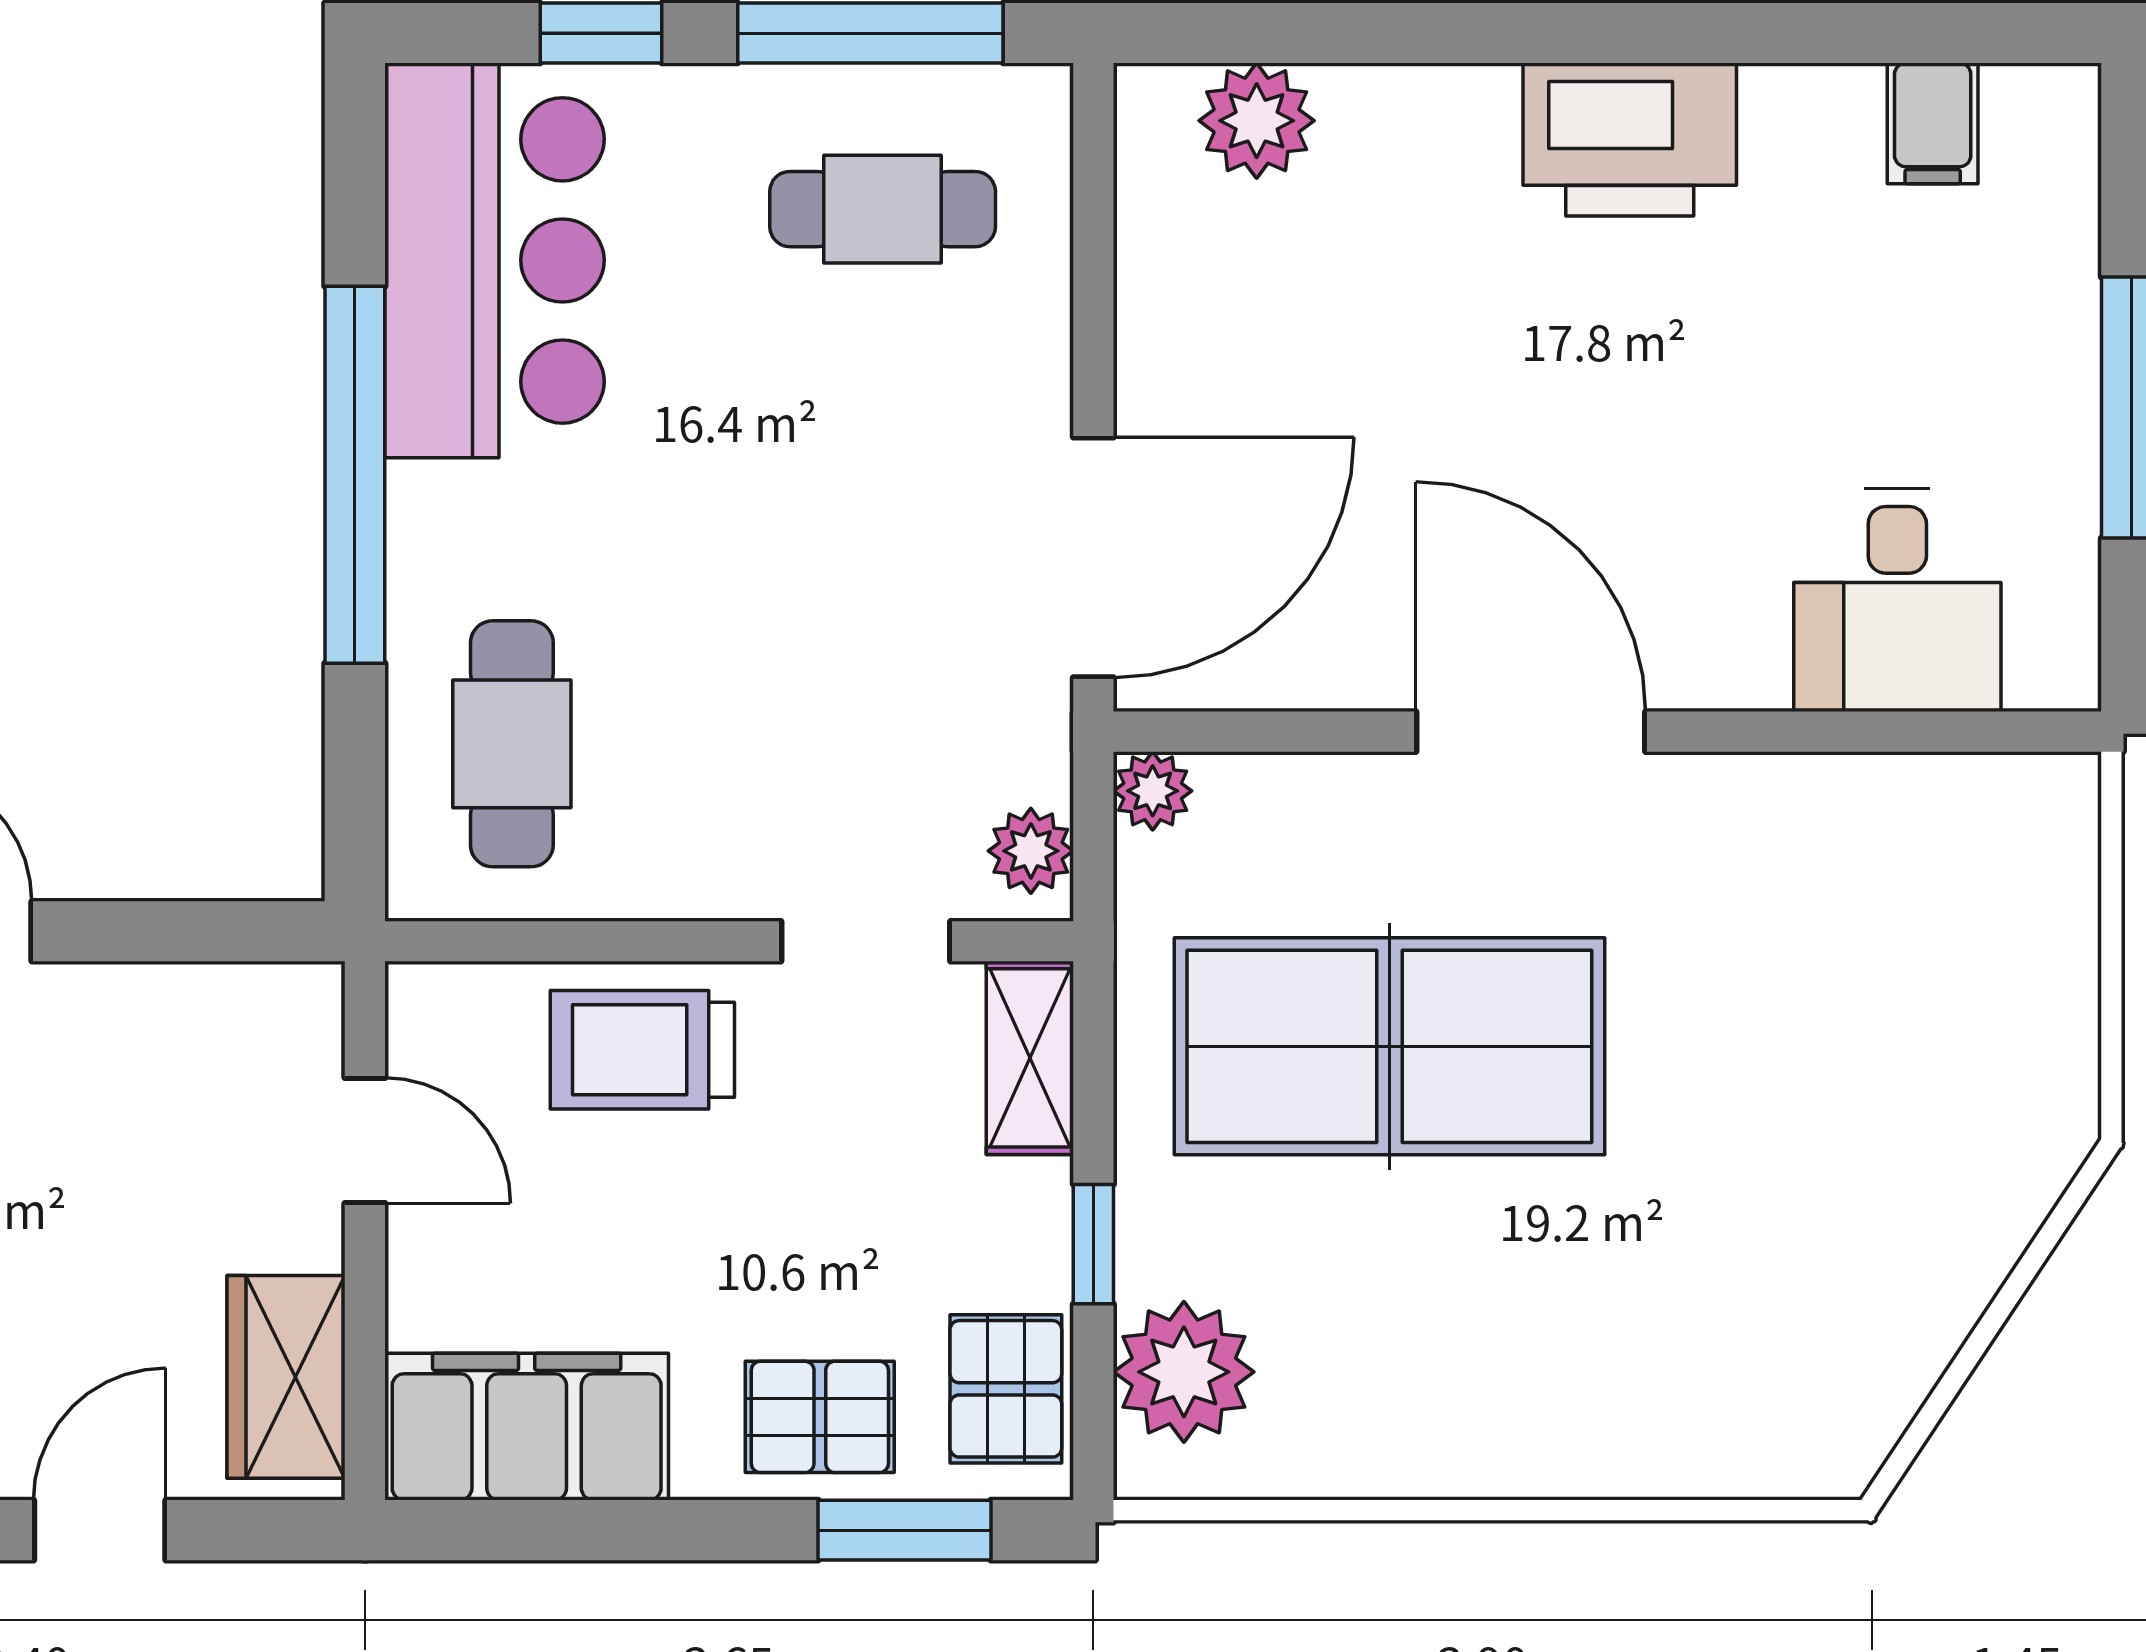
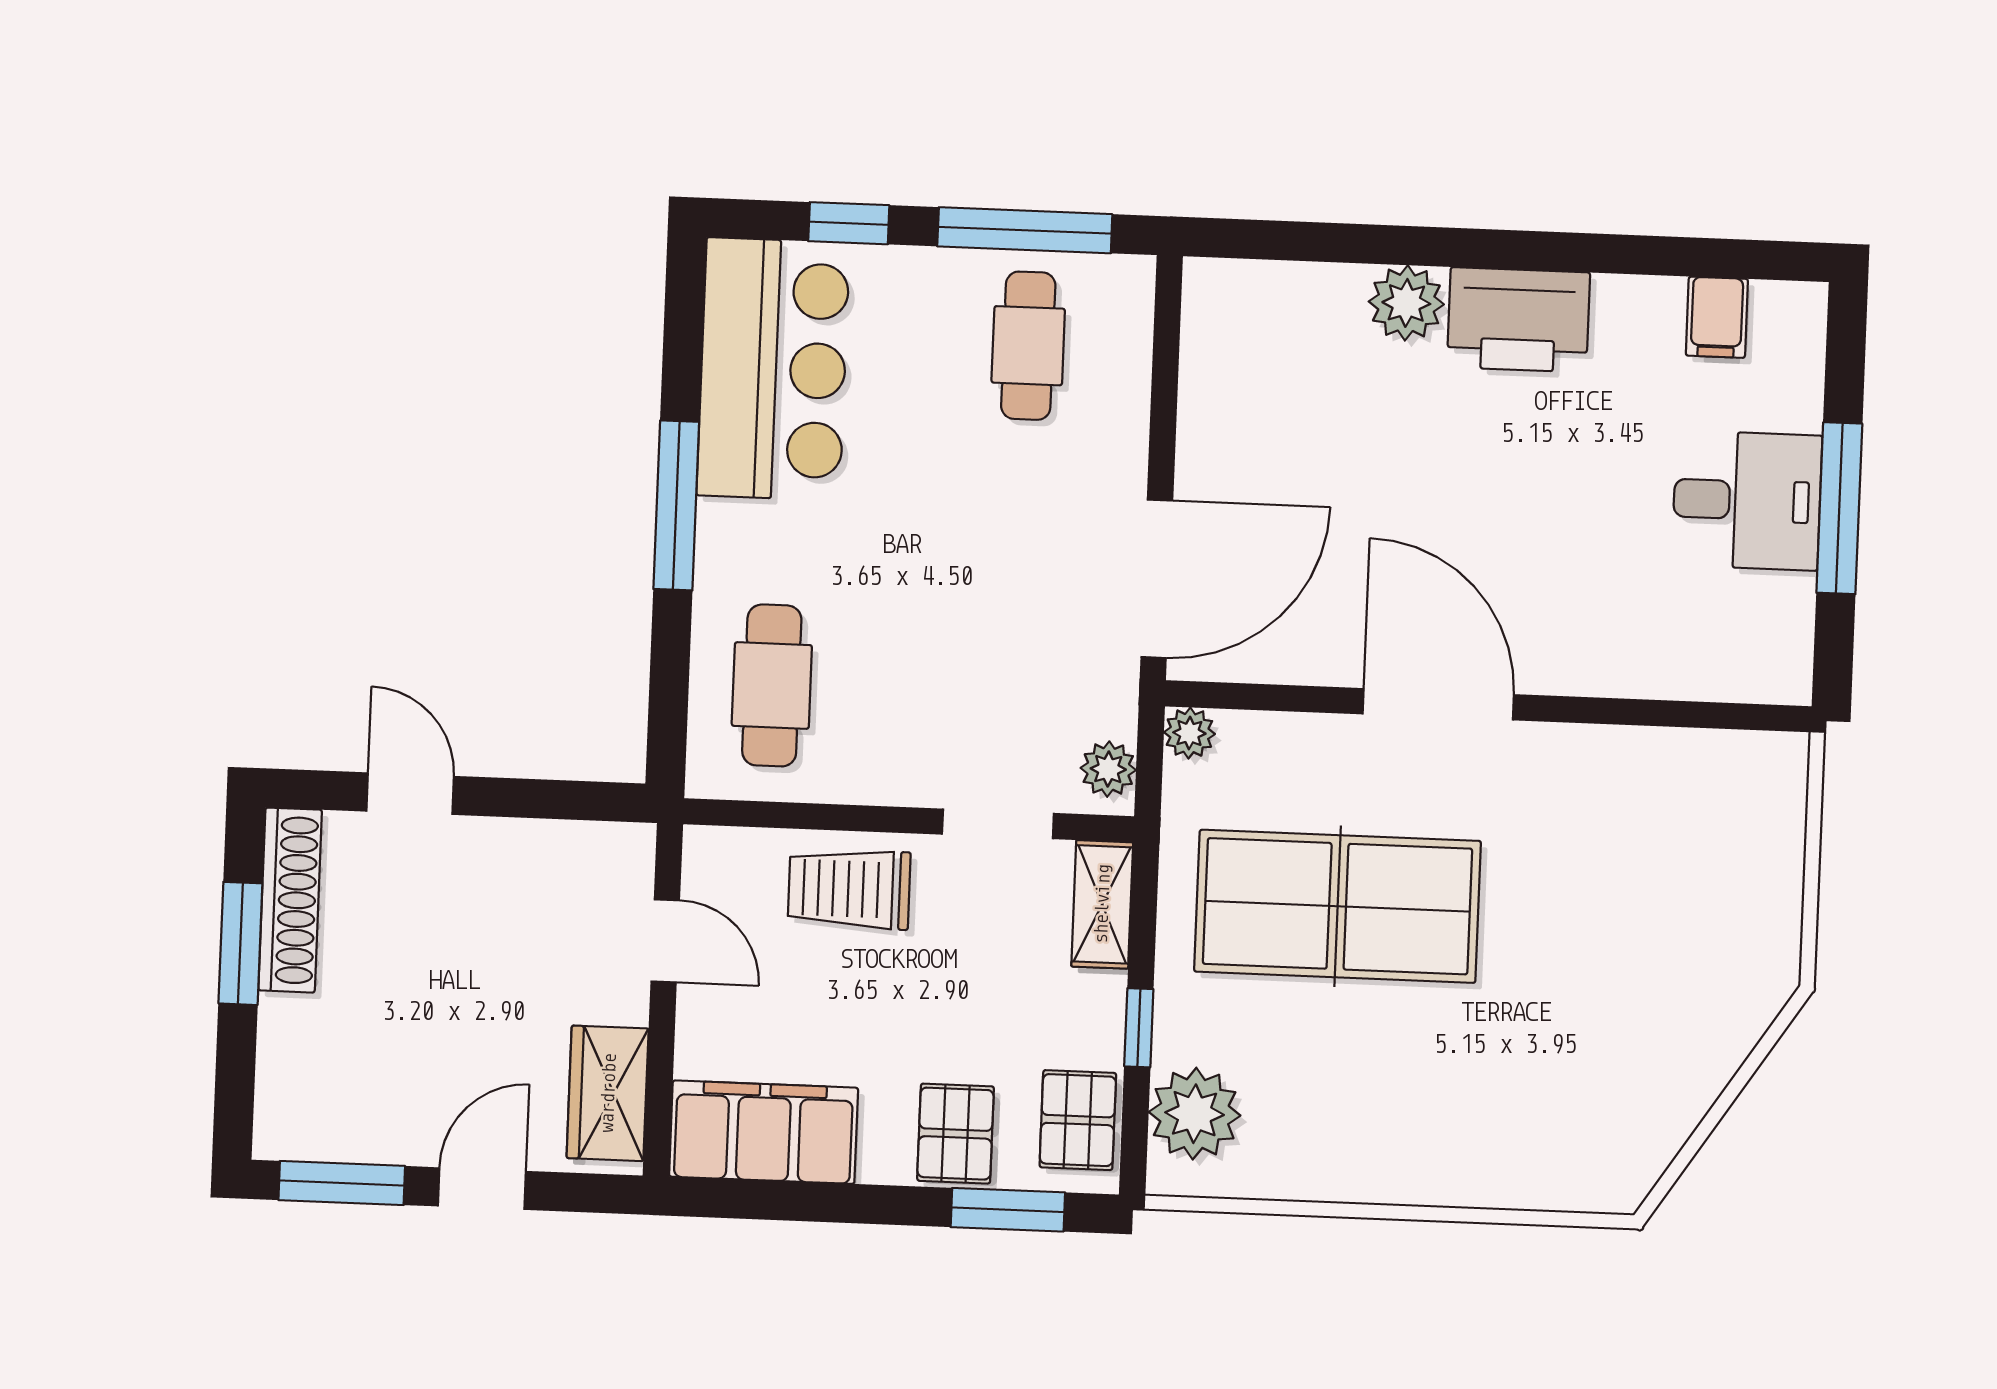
plant: (1257, 121) -> (1406, 303), moved
cafe table: (883, 209) -> (1028, 346), turned 90
window: (355, 475) -> (676, 505), width x0.68
desk: (1897, 600) -> (1747, 500), moved, turned -90
pallet: (820, 1417) -> (955, 1134), turned 90

